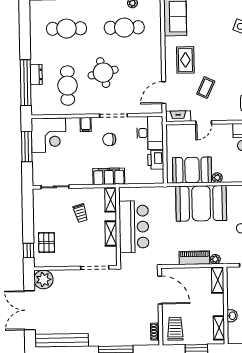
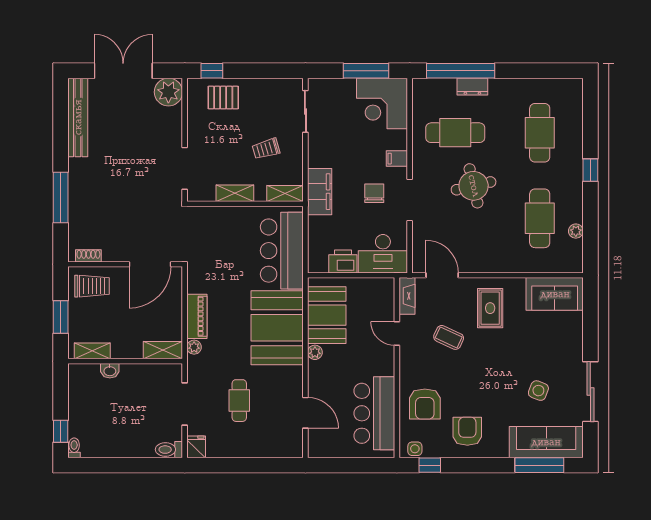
rug: (185, 60) -> (490, 308), turned 90
bar counter: (134, 227) -> (282, 251), moved, turned 90

